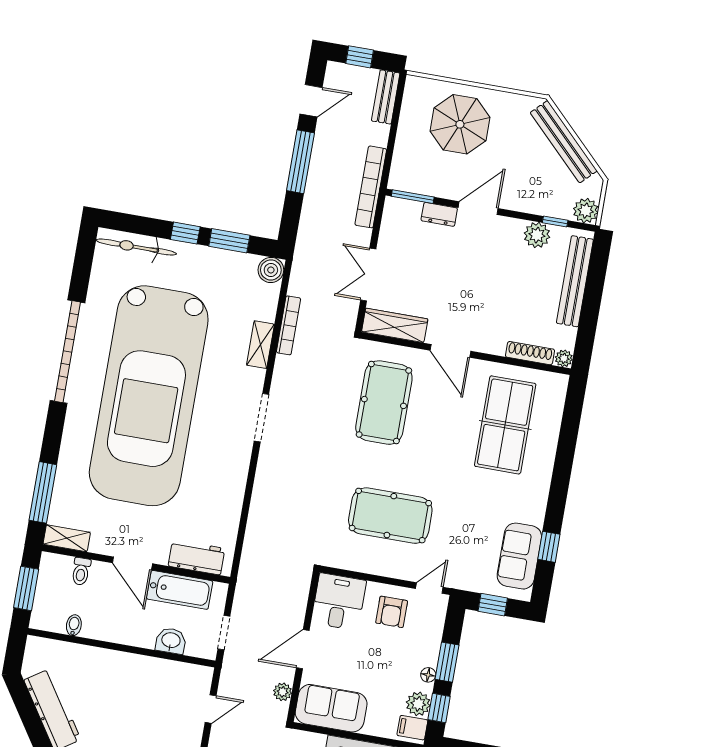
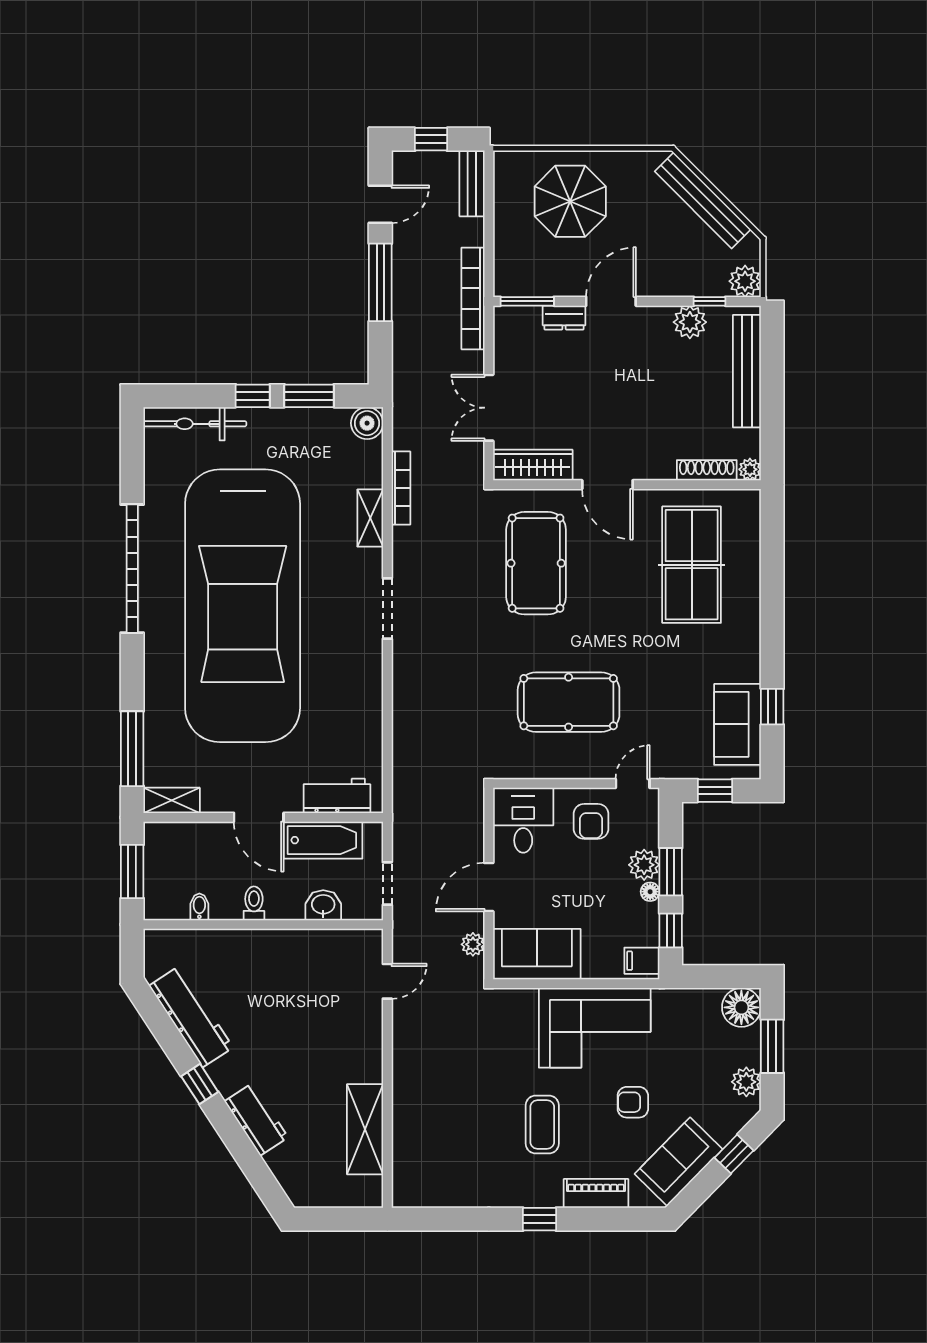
toilet: (81, 571) -> (254, 903), moved, turned 180
plant: (418, 704) -> (644, 865), moved

